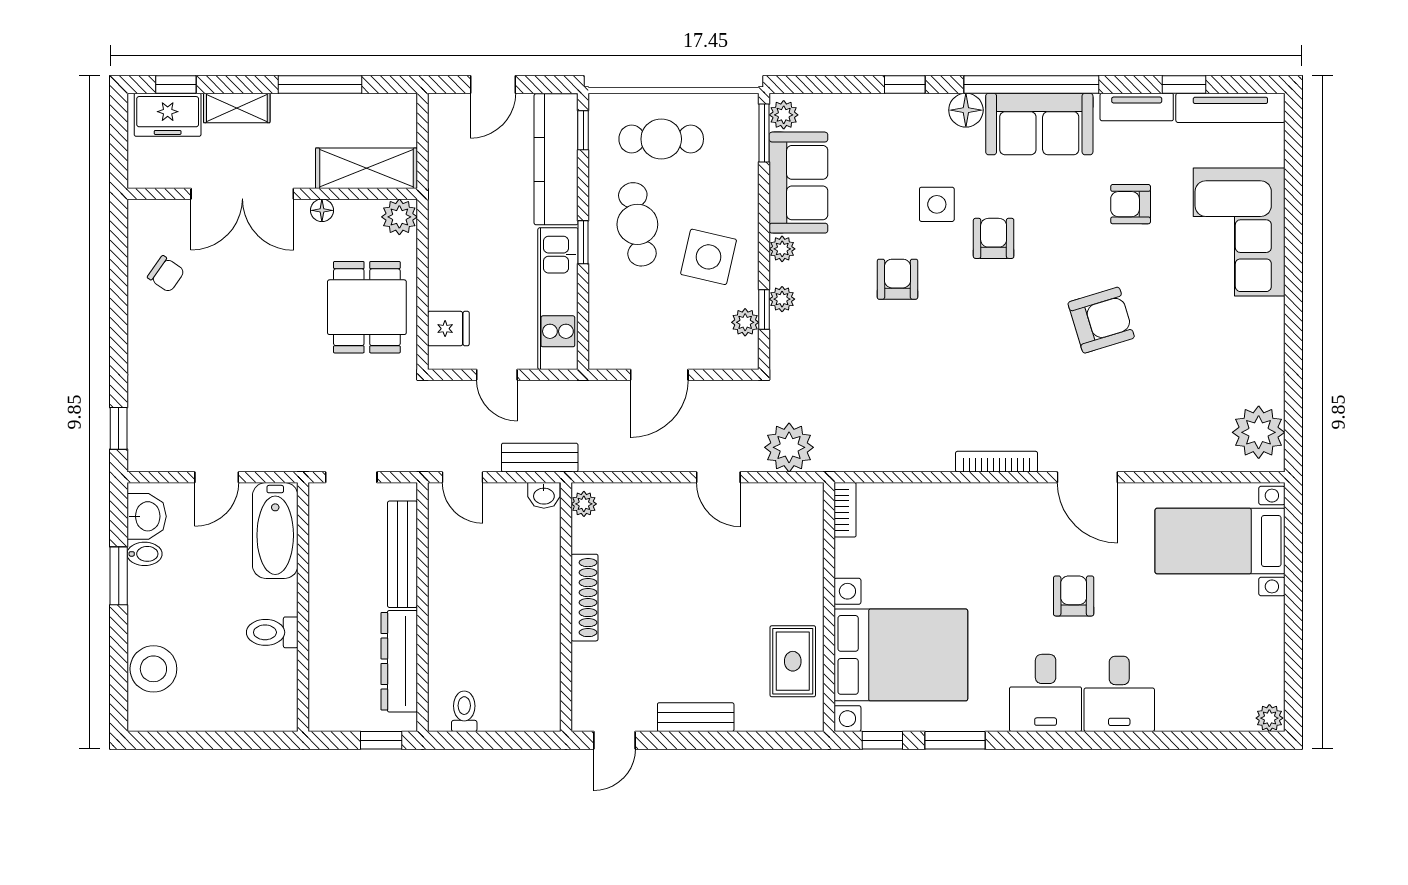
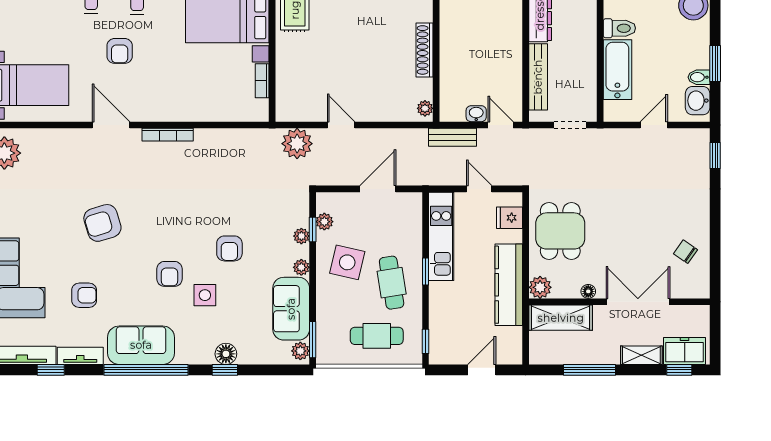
floor lamp: (966, 110) -> (226, 354), moved
kitchen counter: (556, 159) -> (509, 285), moved, turned 180
washbasin: (544, 495) -> (476, 114), moved
bookcase: (845, 510) -> (262, 81), moved
bathtub: (275, 530) -> (617, 70), moved

